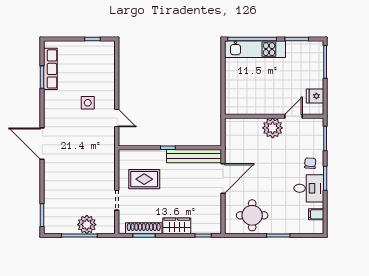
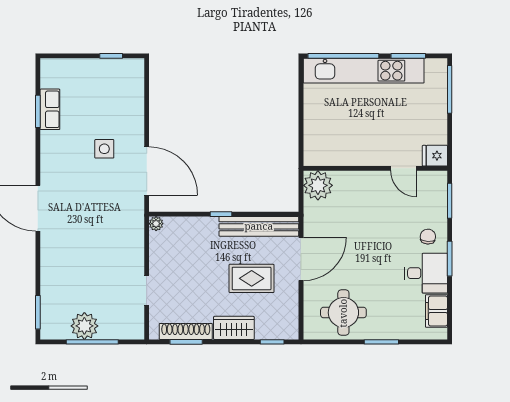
kitchen unit: (255, 49) -> (364, 71), width x1.36
row of seats: (50, 69) -> (50, 109), width x0.68
fridge: (315, 96) -> (435, 156), moved
door: (293, 116) -> (404, 168), swing flipped
door: (117, 118) -> (147, 171), width x1.88
plant: (273, 128) -> (318, 185), moved
plant: (123, 154) -> (156, 224), added
rug: (144, 179) -> (252, 278), moved
filing cabinet: (316, 214) -> (436, 311), width x2.00
plant: (87, 225) -> (84, 326), moved

